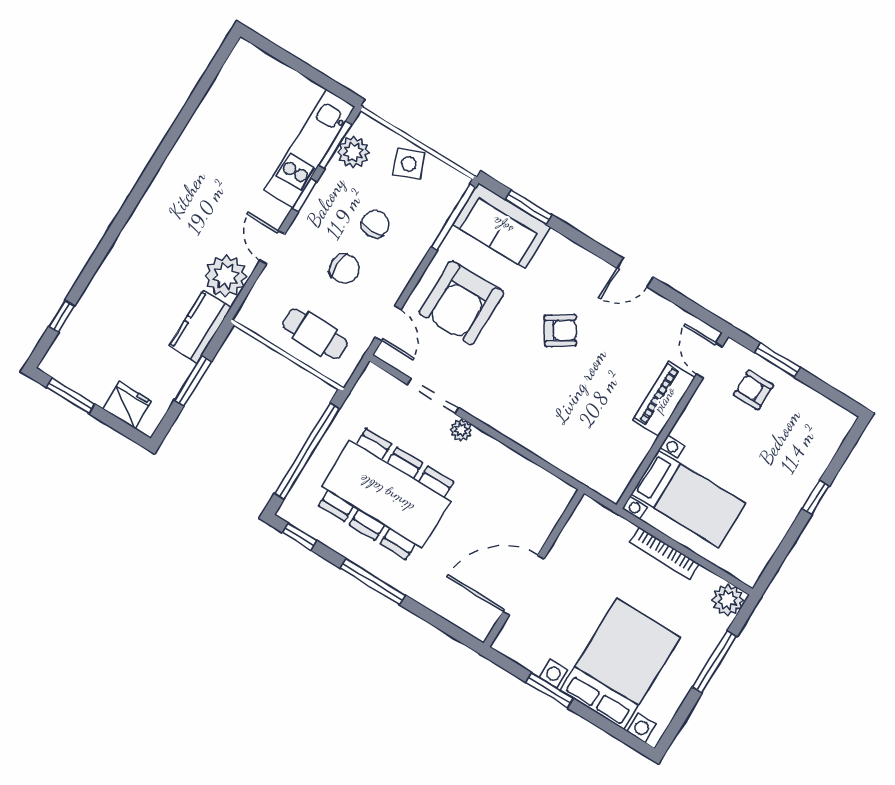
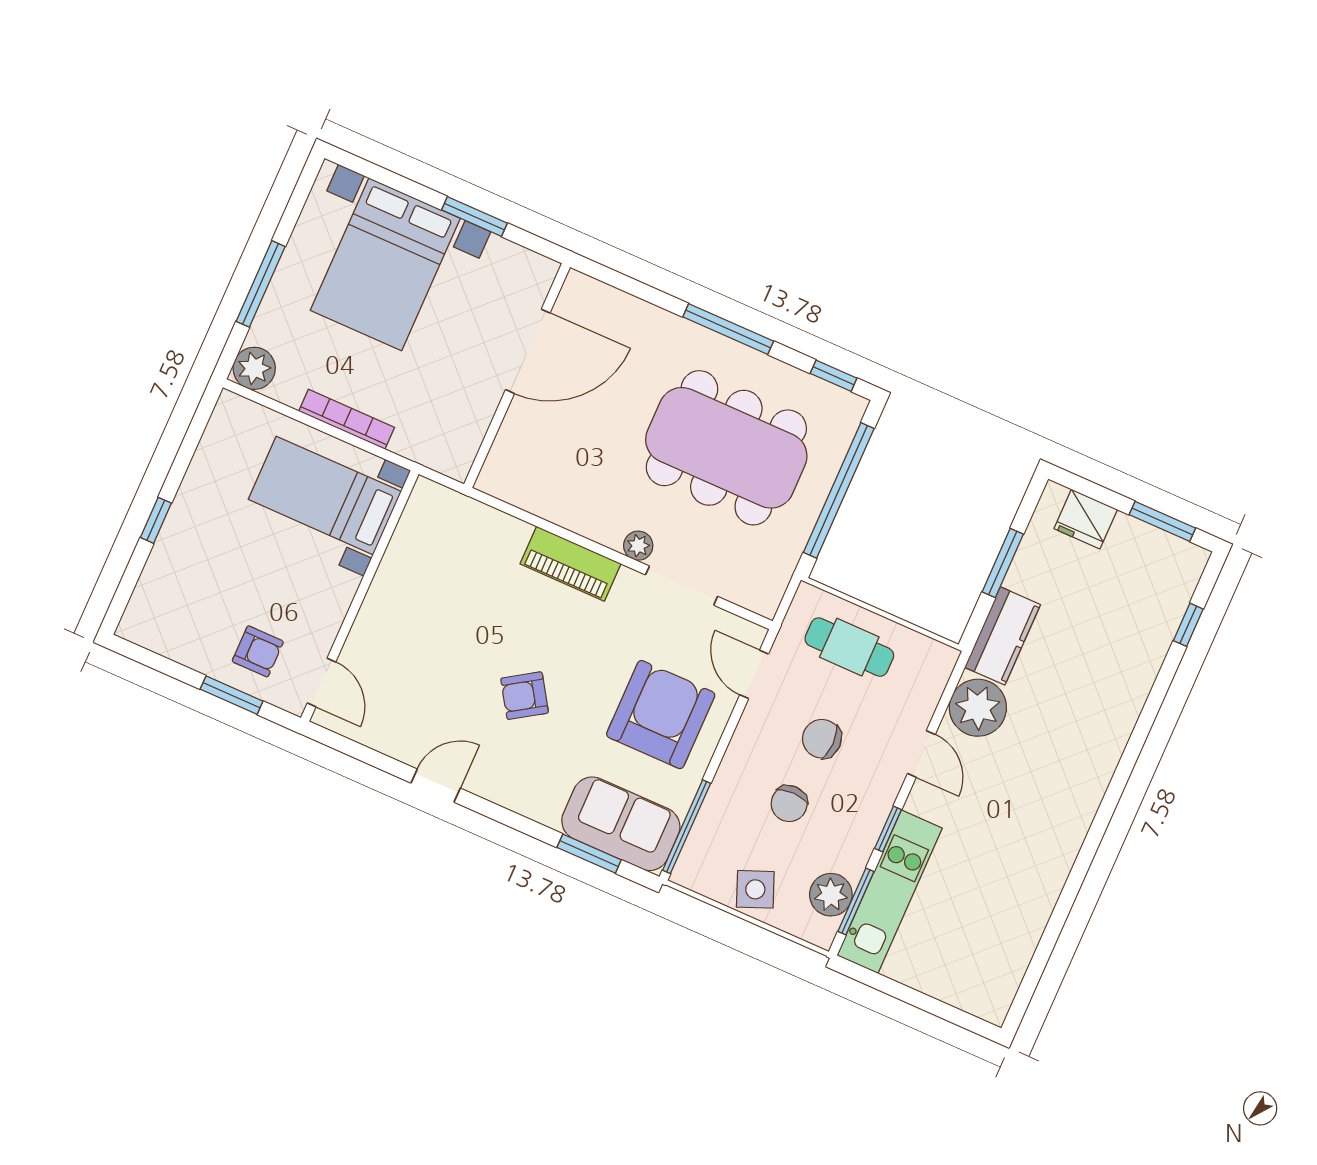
piano: (664, 399) -> (570, 564), moved, turned 90

